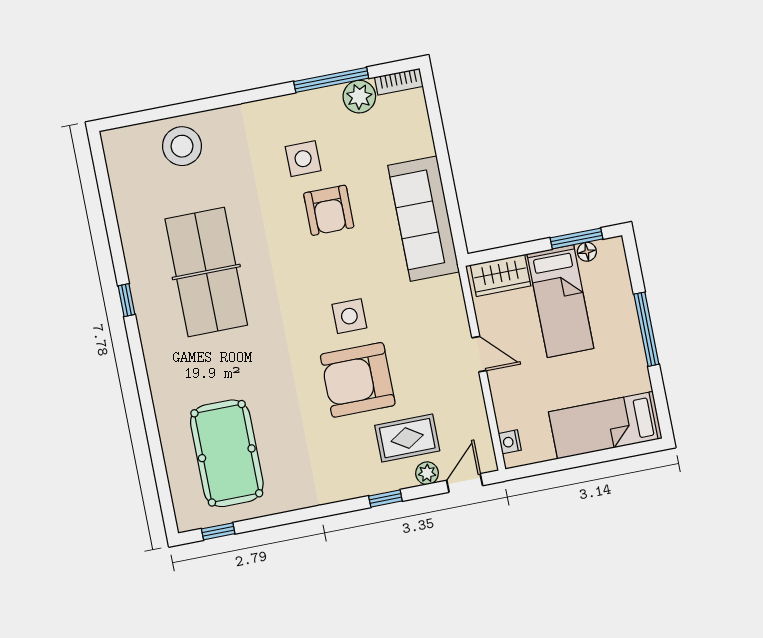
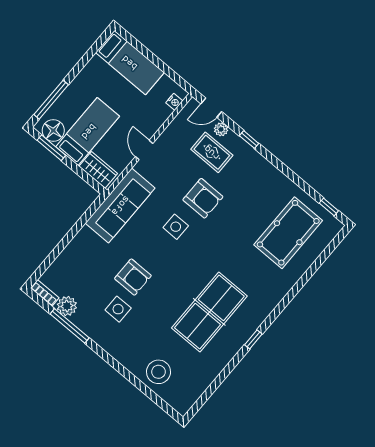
armchair: (329, 210) -> (133, 277), turned 90
sofa: (424, 219) -> (120, 205), moved
floor lamp: (587, 252) -> (53, 130), width x1.89, depth x1.89
window: (646, 329) -> (51, 100), moved
armchair: (358, 380) -> (203, 198), width x0.73, depth x0.73

